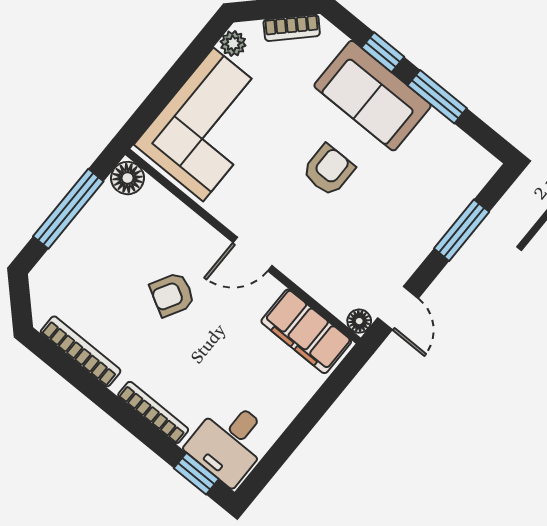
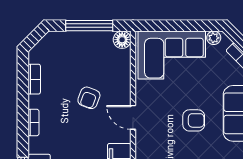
armchair: (172, 295) -> (89, 98), turned -98
bookcase: (81, 351) -> (34, 79), width x0.64
bookcase: (153, 413) -> (34, 123), width x0.64

